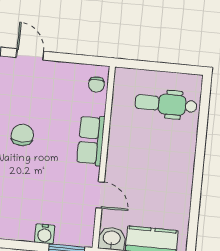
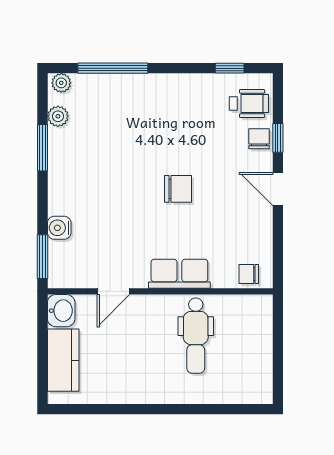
door: (30, 54) -> (278, 189), swing flipped
dental chair: (166, 104) -> (196, 336), moved, turned 180

